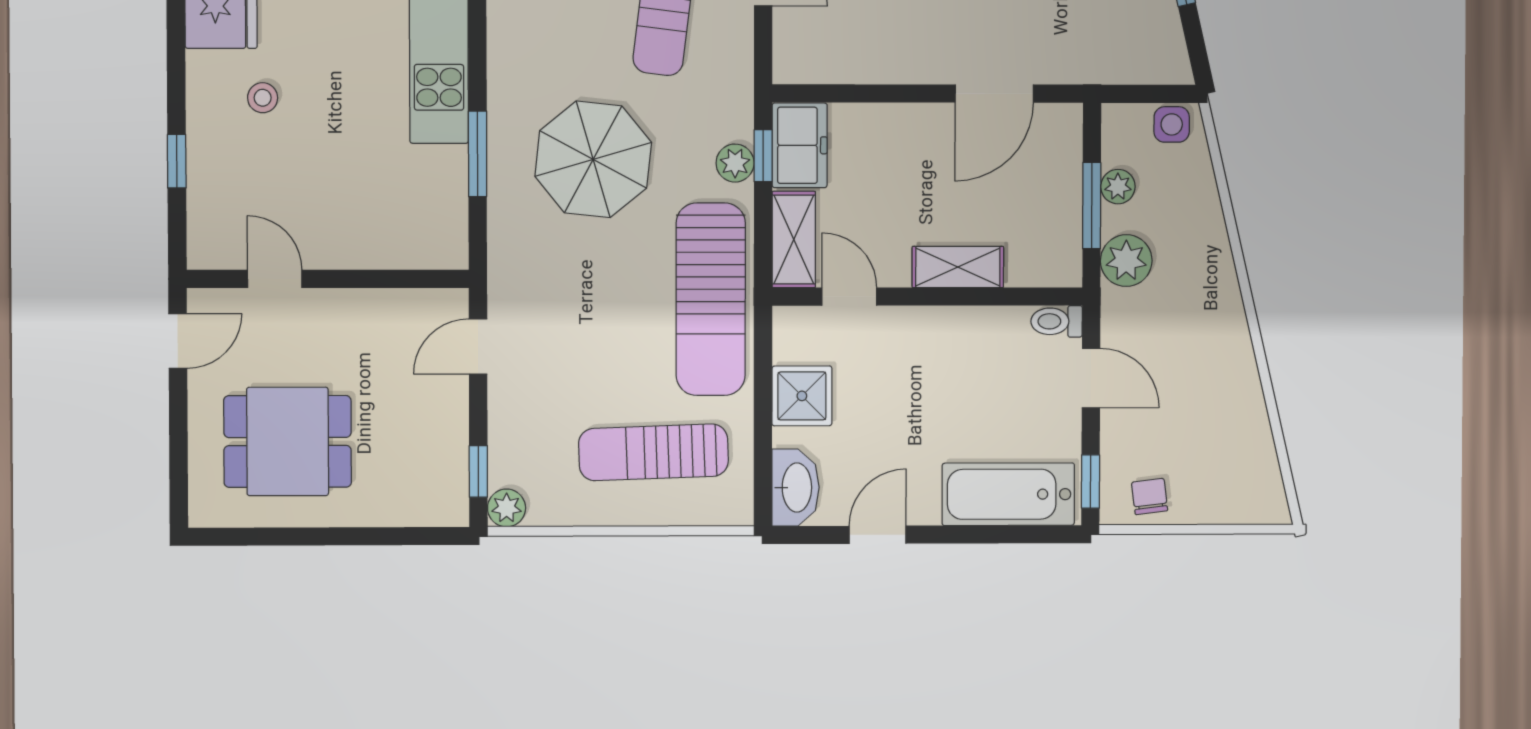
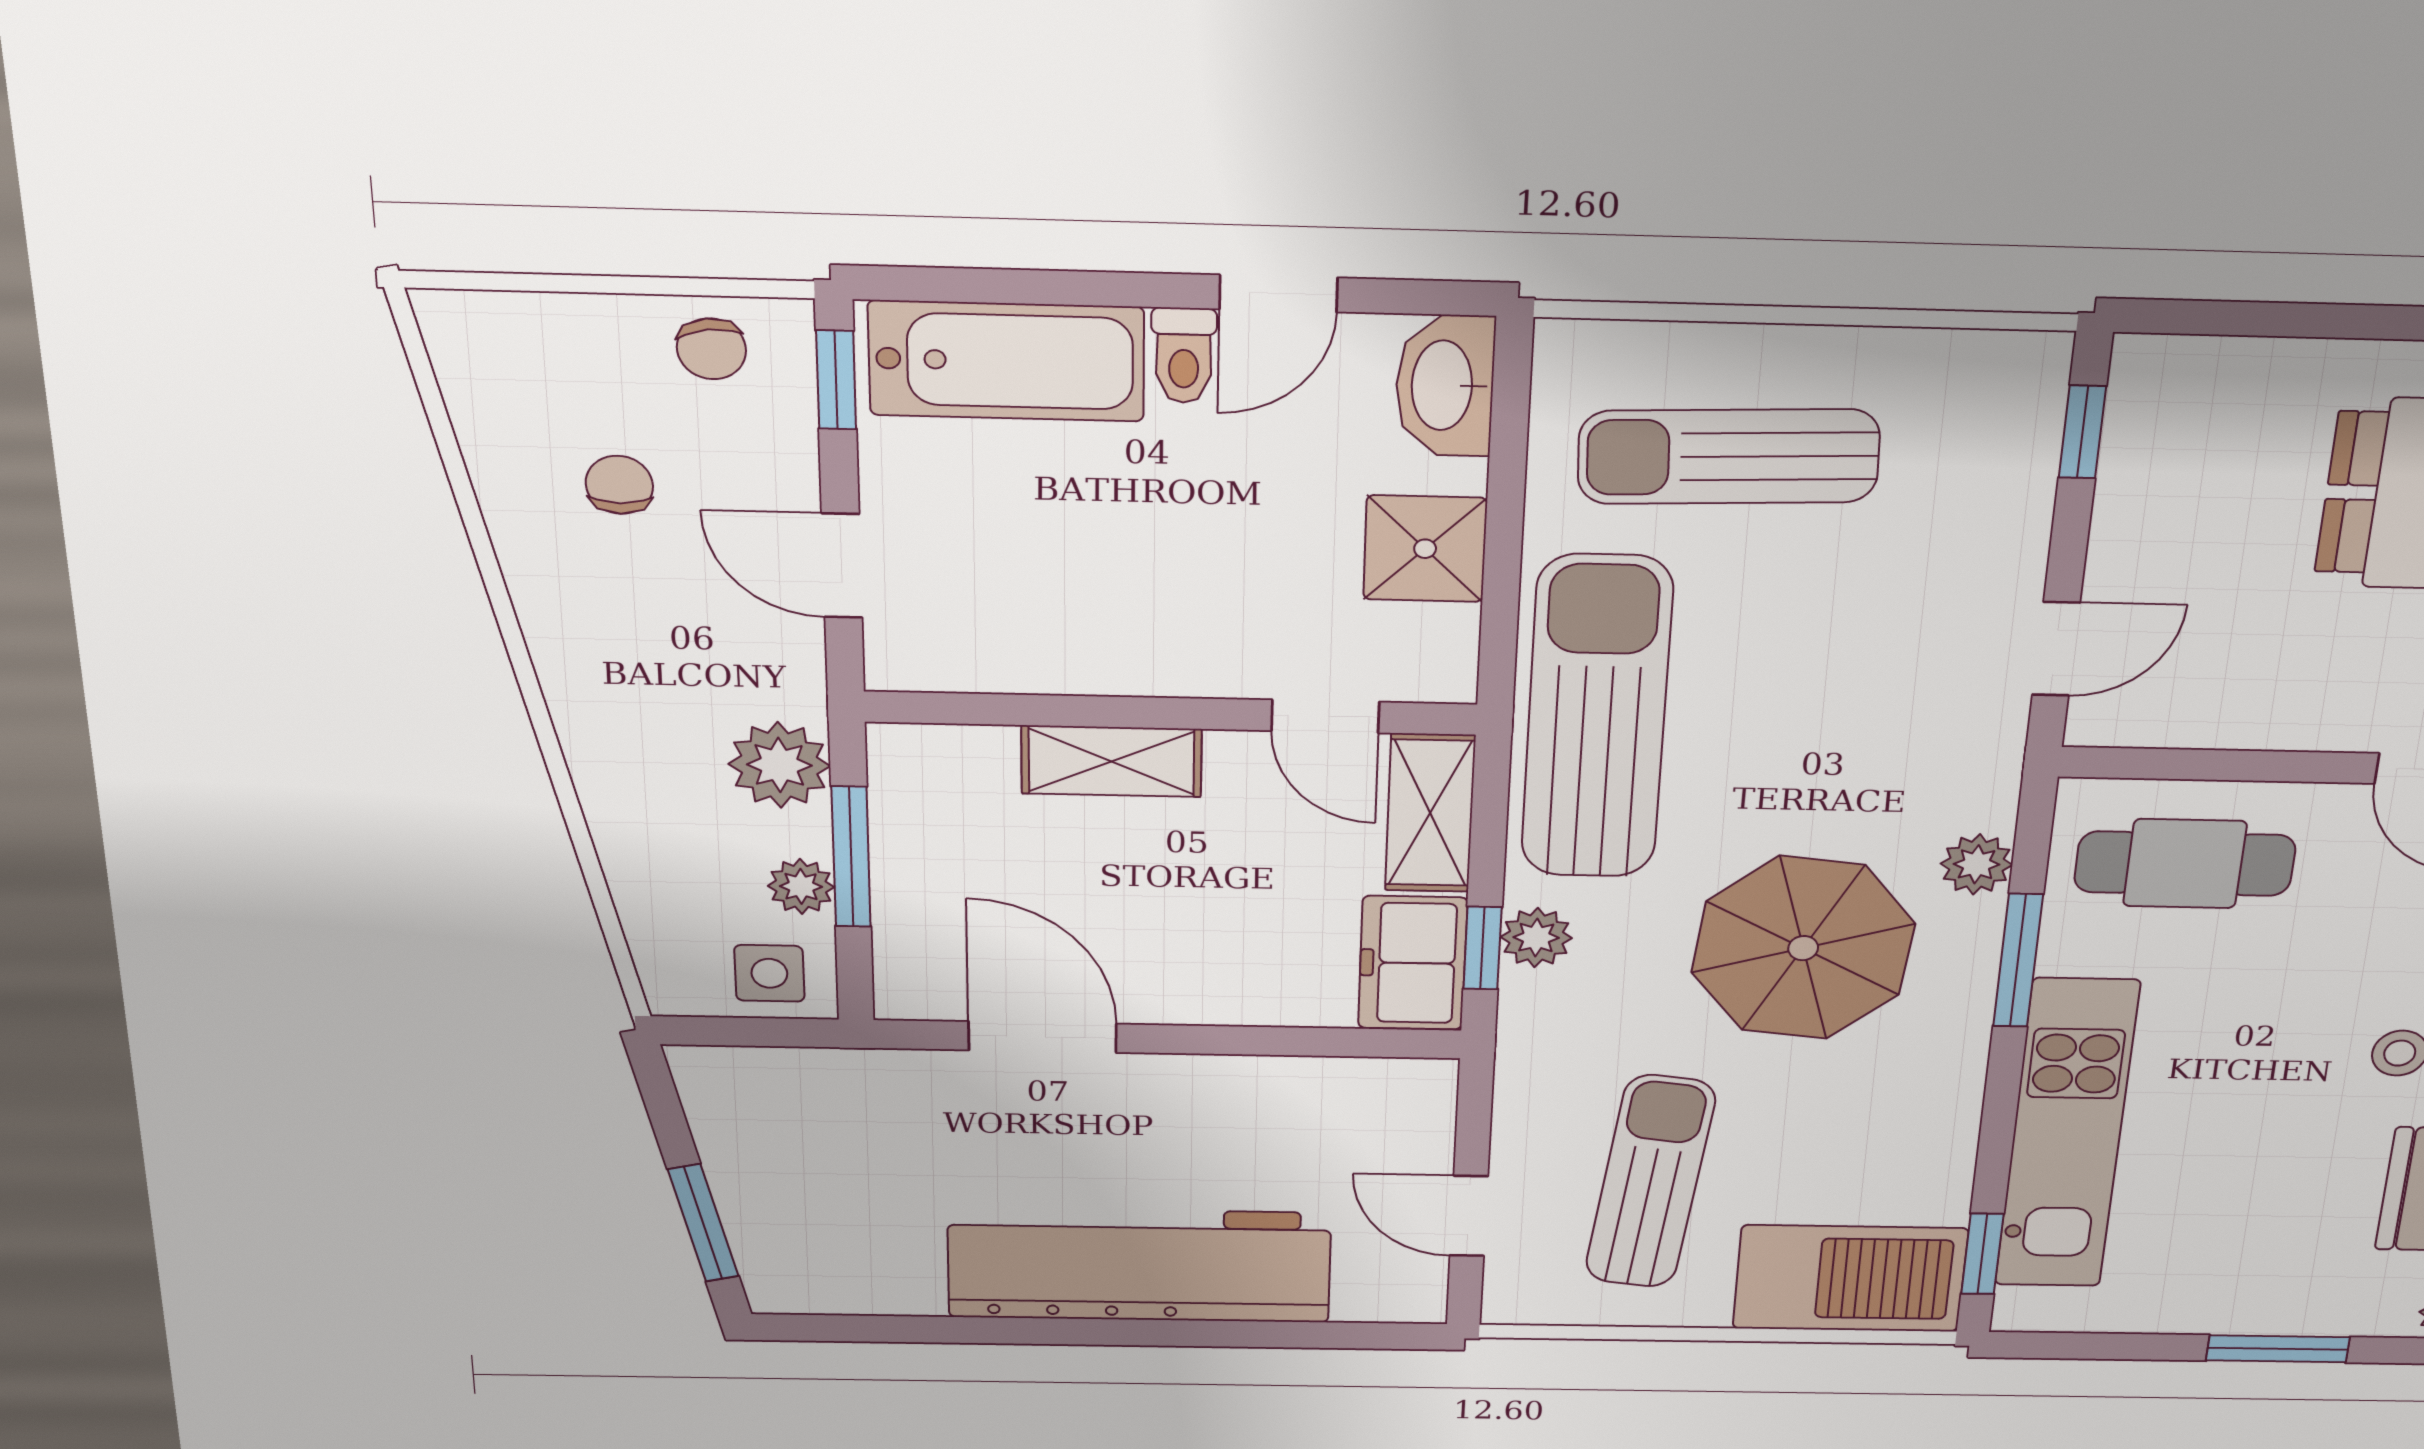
door: (994, 94) -> (1043, 1037), hinge flipped
side table: (1172, 124) -> (769, 973), moved
cafe table: (395, 217) -> (2185, 864), added
toilet: (1057, 321) -> (1184, 355), moved, turned 90
chair: (1198, 421) -> (619, 485), added
sun lounger: (653, 452) -> (1729, 457), turned 180
plant: (507, 508) -> (1977, 864), moved

